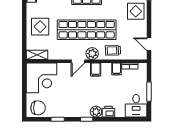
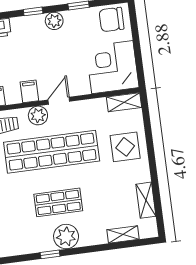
plant: (96, 112) -> (54, 21), moved

